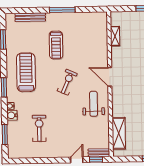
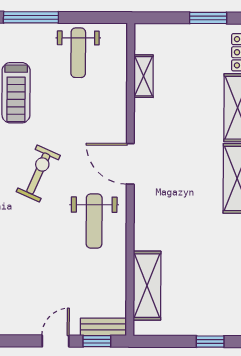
weight bench: (85, 26) -> (78, 53), added
weight bench: (94, 104) -> (94, 221), turned 180

